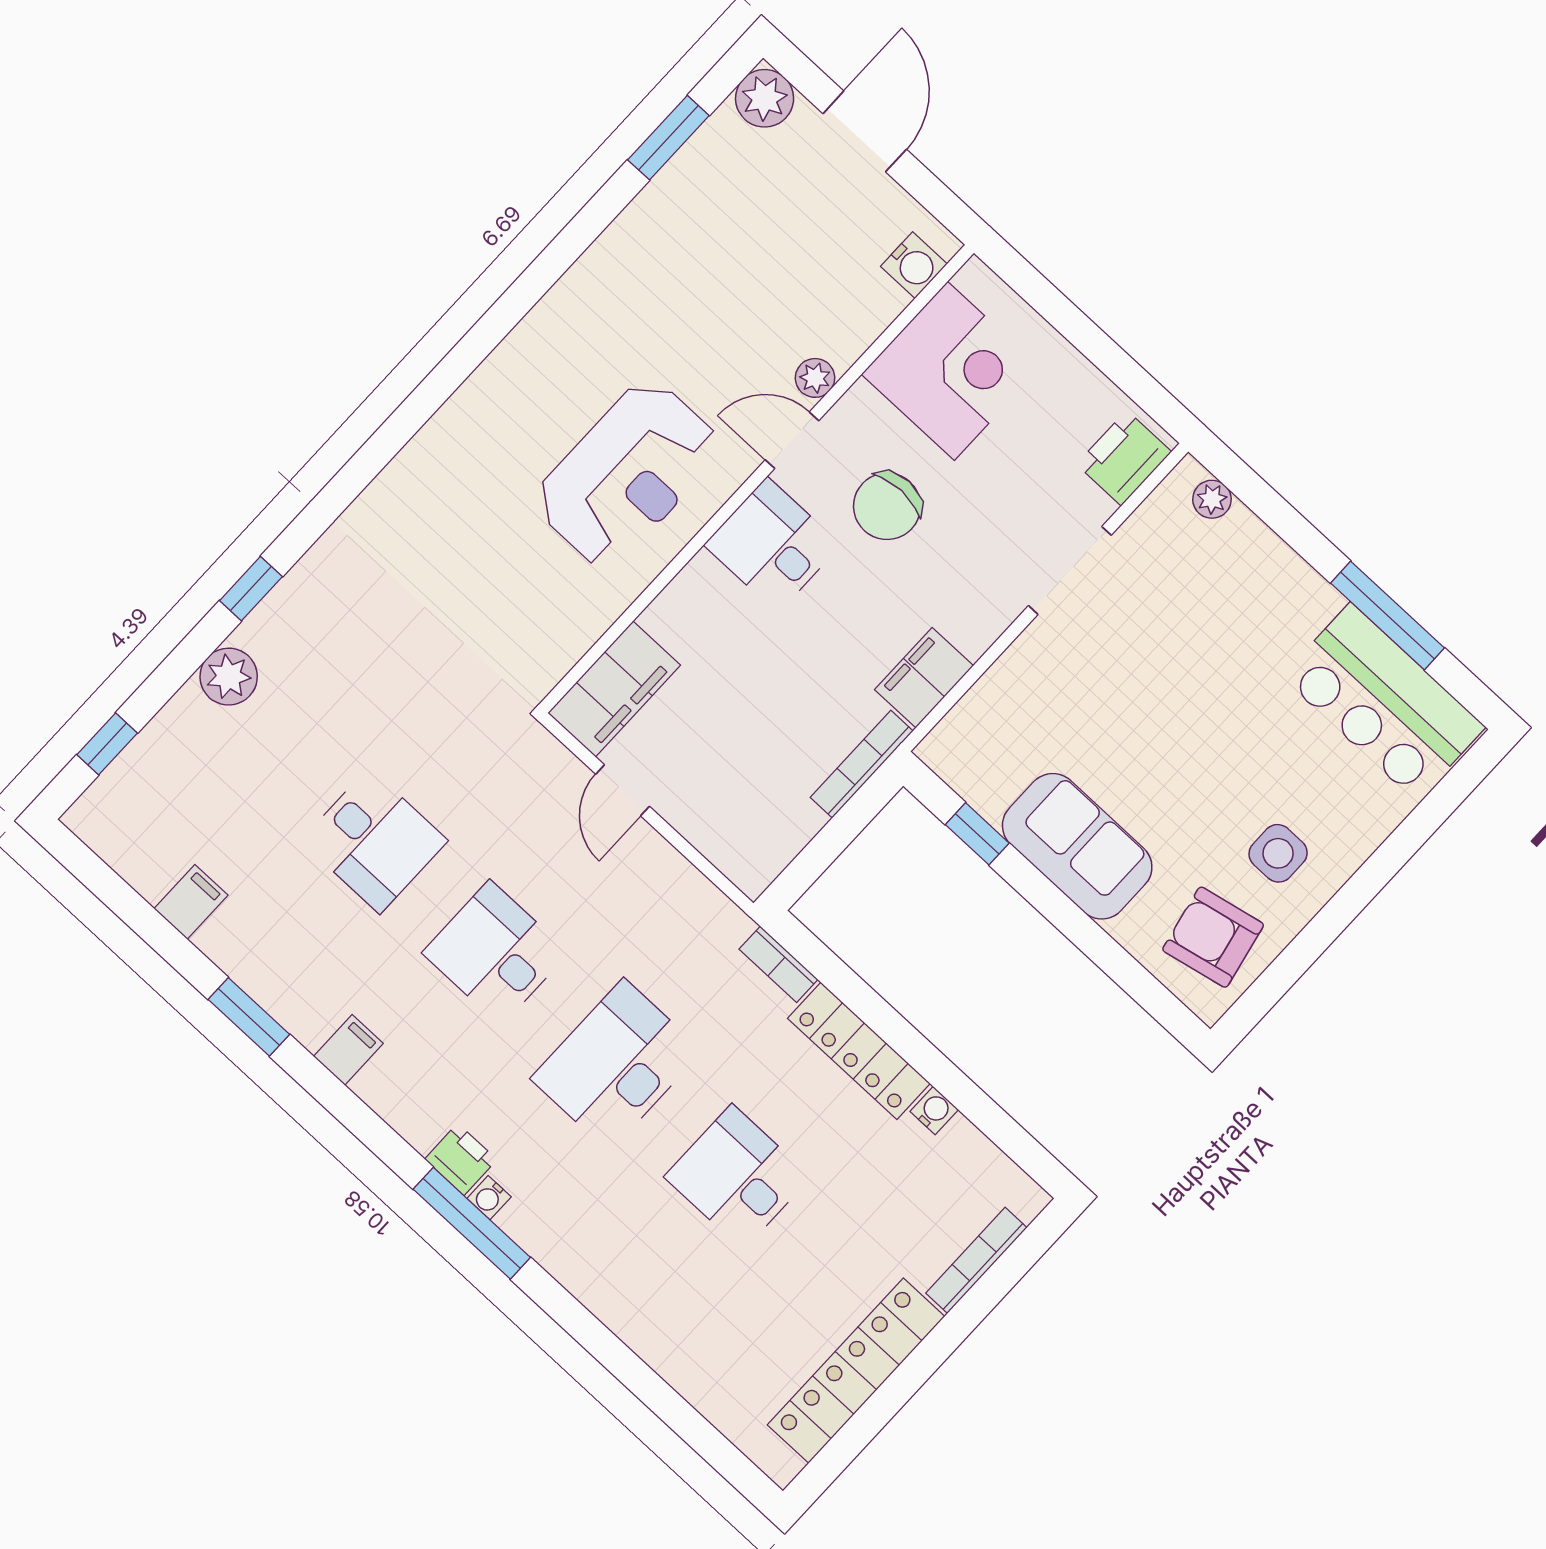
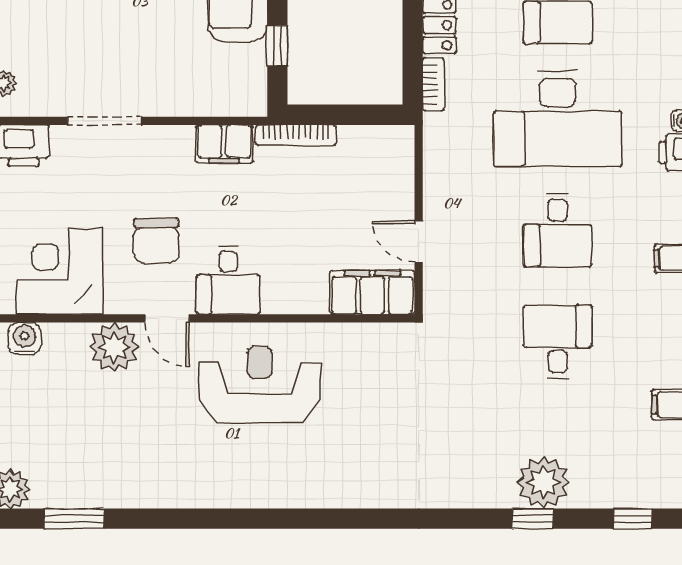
plant: (815, 378) -> (114, 347), width x1.87, depth x1.87
chair: (887, 506) -> (156, 241), turned 90
window: (251, 589) -> (533, 519), moved
plant: (229, 677) -> (543, 482), width x1.36, depth x1.36
door: (623, 790) -> (419, 242), swing flipped
desk: (616, 1065) -> (558, 119), width x1.36, depth x1.30

